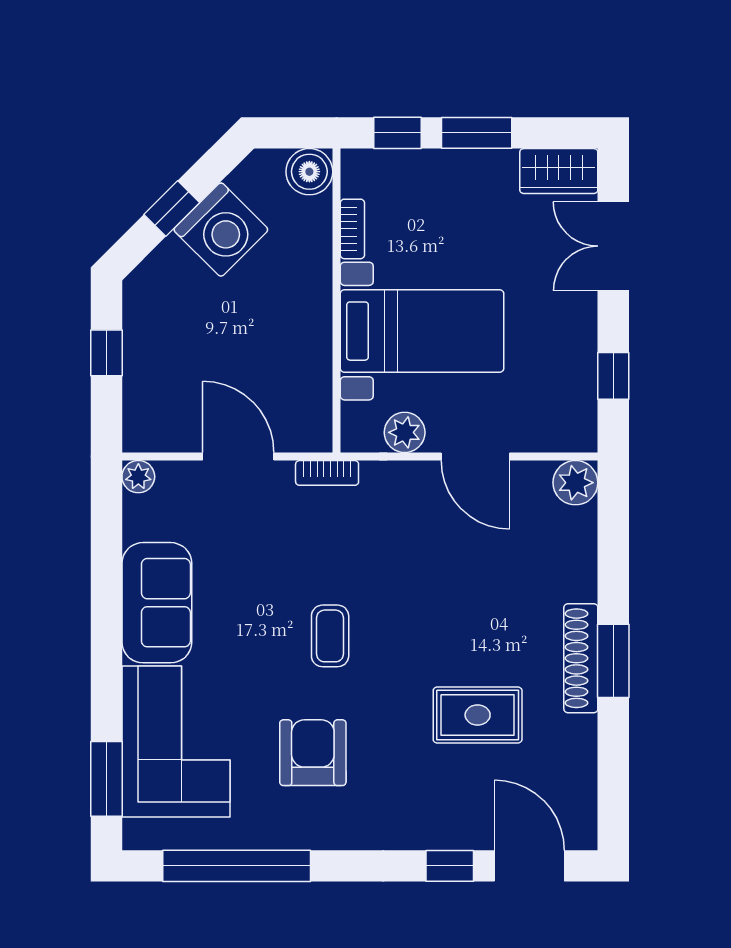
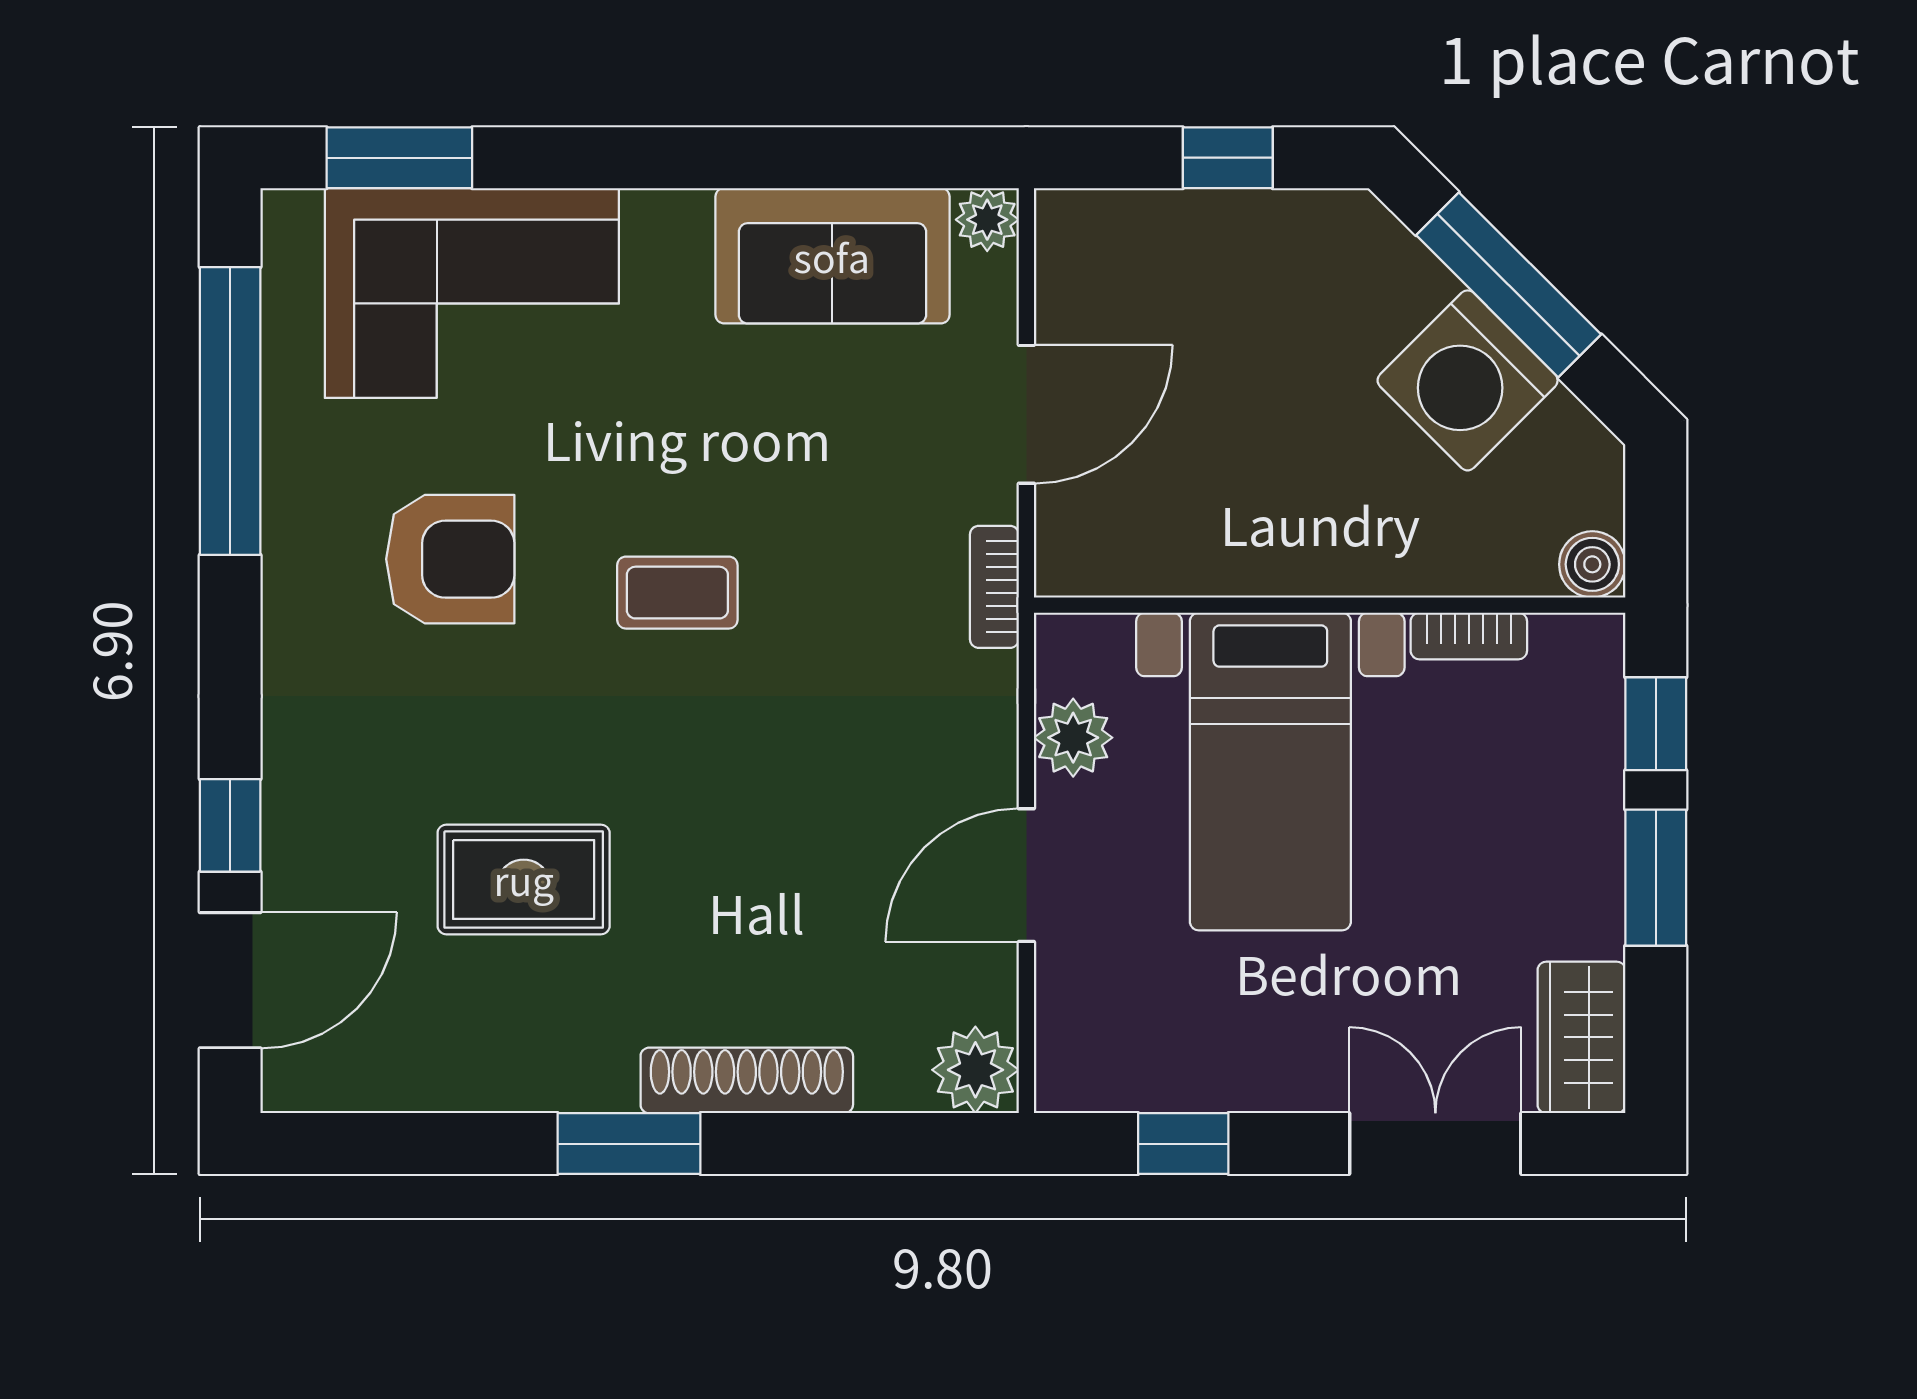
boiler: (309, 172) -> (1592, 564), width x0.73, depth x0.73
window: (172, 209) -> (1509, 285), width x2.17
sofa: (157, 603) -> (832, 256), moved
shoe rack: (581, 658) -> (747, 1080), moved
rug: (478, 715) -> (524, 879), turned 90

